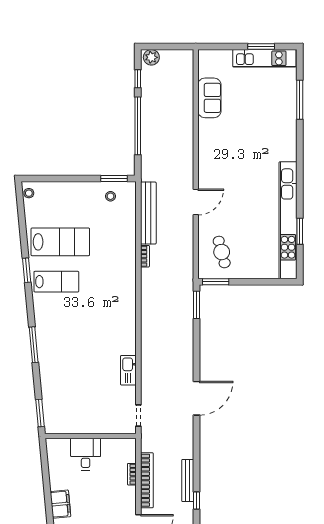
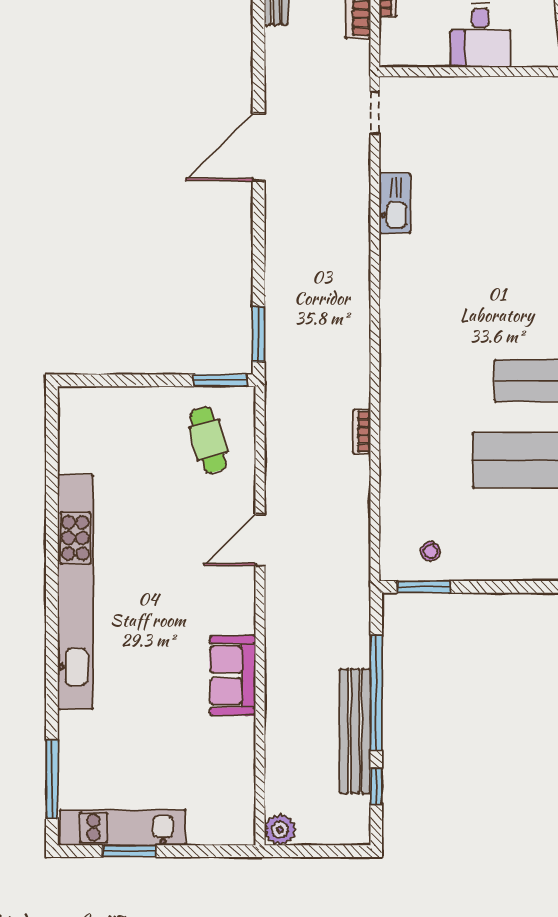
plant: (151, 57) -> (280, 830), moved
sofa: (209, 98) -> (233, 675), moved
window: (300, 100) -> (52, 779), moved
bench: (148, 213) -> (355, 731), moved
kitchen unit: (288, 220) -> (75, 592), moved
window: (300, 231) -> (52, 482), removed

